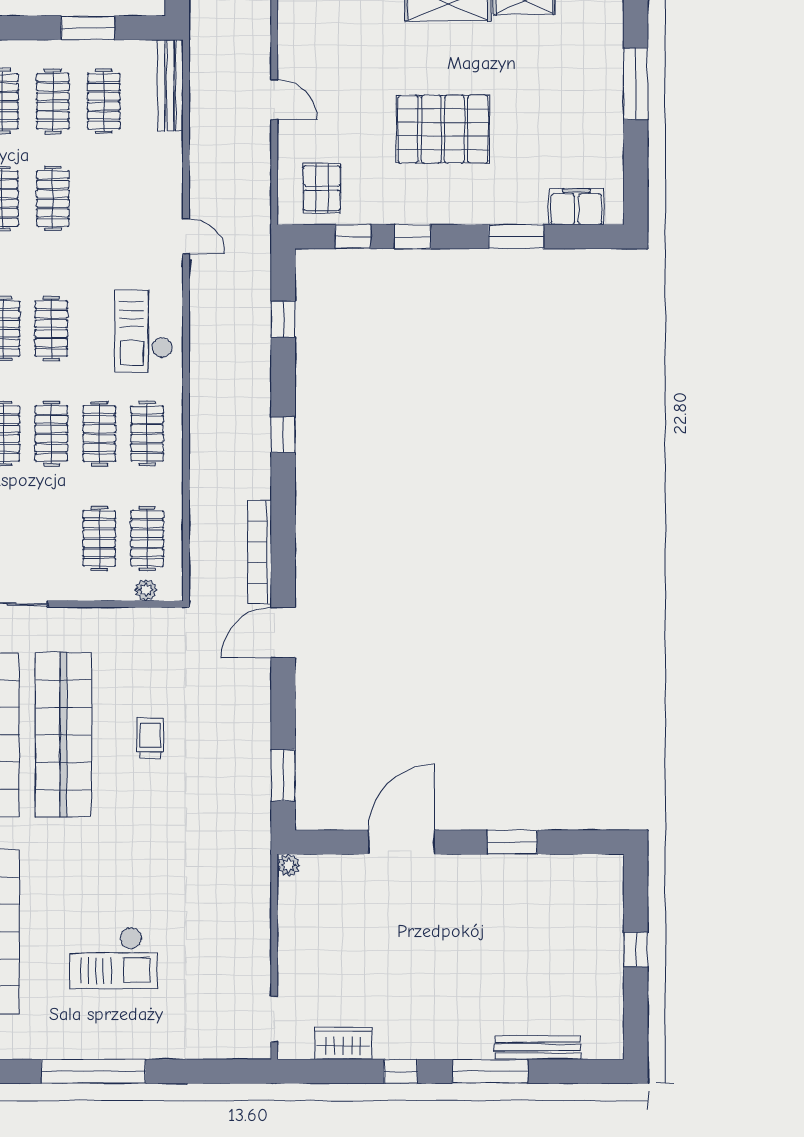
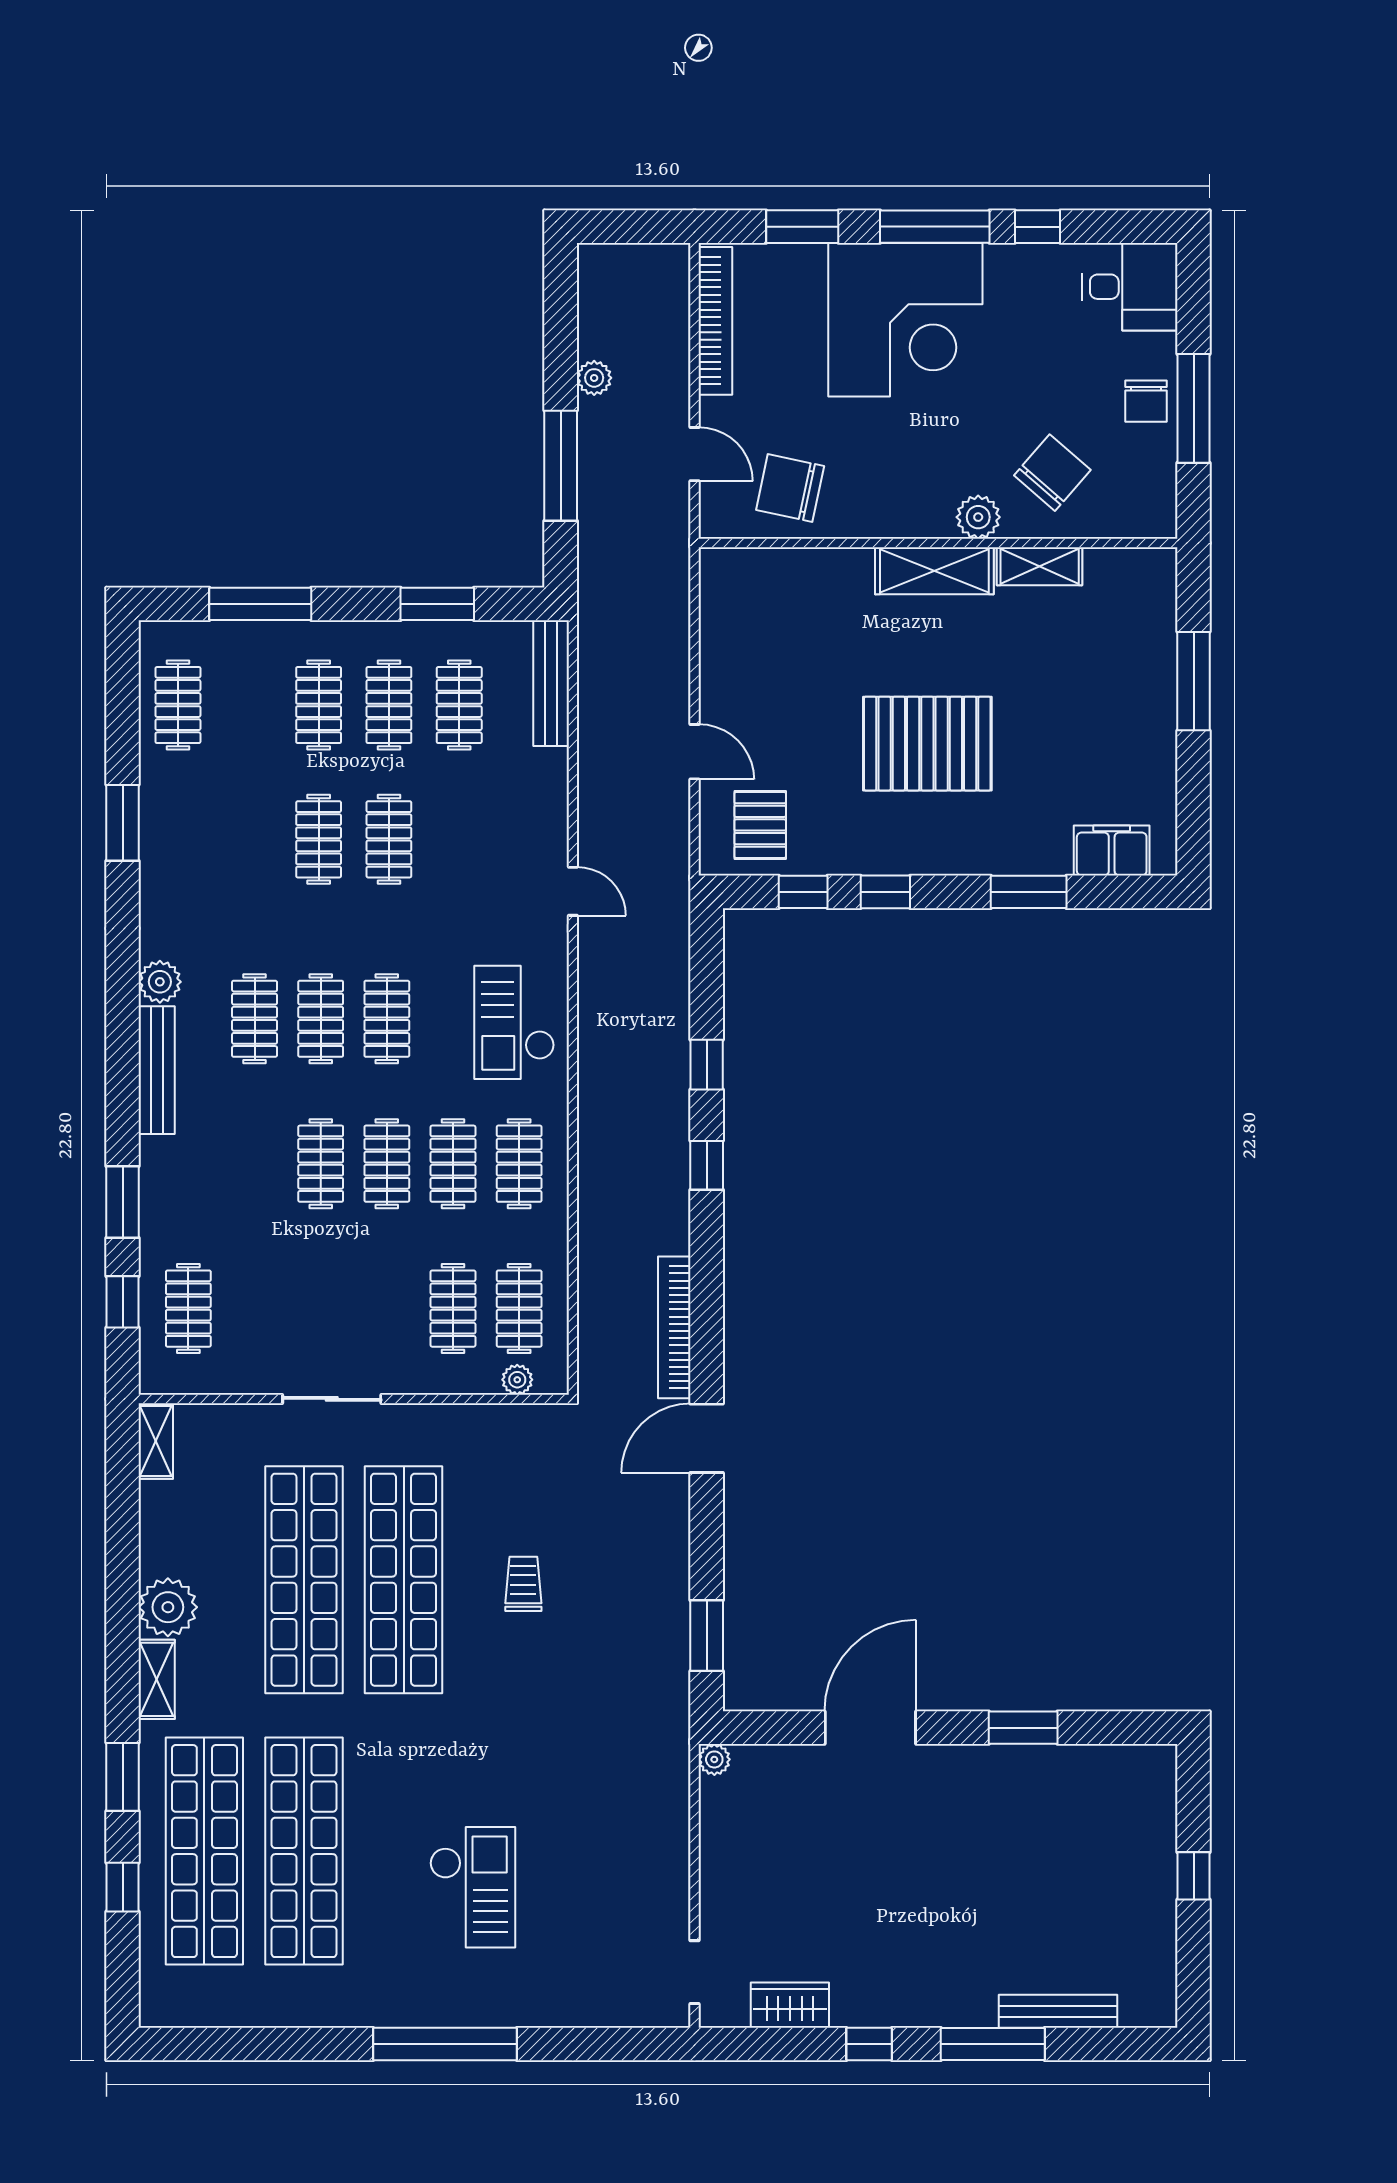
door: (274, 99) -> (695, 752), moved
window: (283, 319) -> (707, 1065), moved
checkout: (113, 958) -> (473, 1887), turned -90

